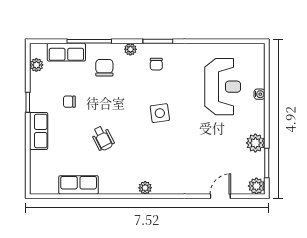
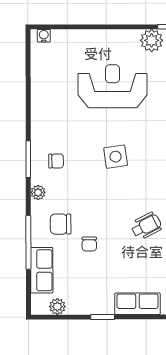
reception desk: (223, 87) -> (113, 86), moved
water cooler: (259, 94) -> (44, 36), moved
chair: (69, 102) -> (89, 244), moved

